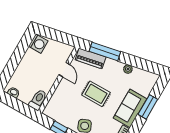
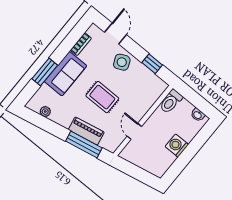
washing machine: (38, 44) -> (177, 146), moved
piano: (91, 58) -> (86, 131), moved
plant: (128, 69) -> (45, 112), moved

